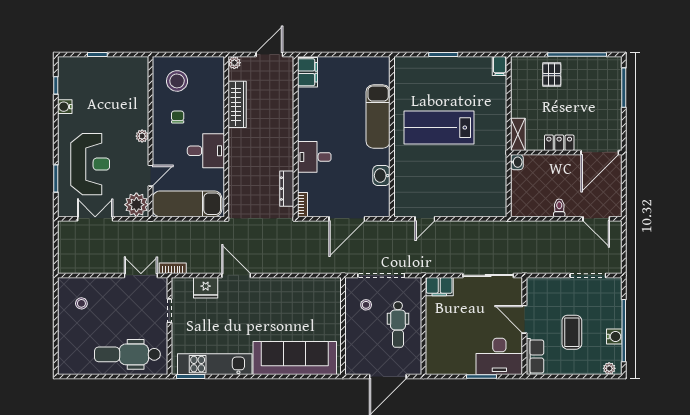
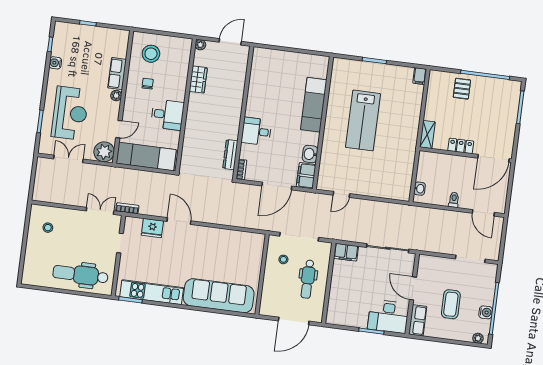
filing cabinet: (307, 72) -> (306, 176), moved, turned 180
wardrobe: (237, 104) -> (198, 80), width x0.67
row of seats: (140, 110) -> (117, 74), added
lab bench: (439, 128) -> (363, 120), turned -90
washbasin: (517, 162) -> (420, 189), moved

